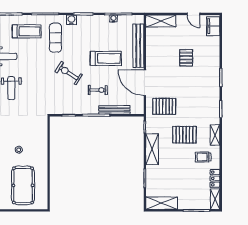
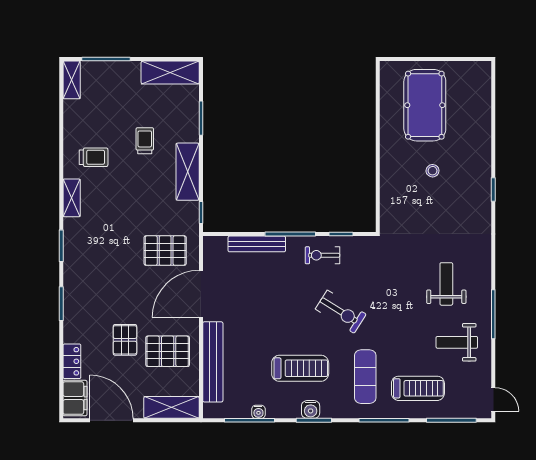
door: (193, 14) -> (112, 420), width x1.87
water cooler: (71, 20) -> (311, 409), moved
treadmill: (27, 31) -> (418, 388), turned 180
treadmill: (106, 58) -> (300, 368), moved, turned 180
door: (145, 83) -> (201, 294), swing flipped
exercise bike: (98, 90) -> (322, 255), moved
pallet: (184, 135) -> (168, 351), moved
trolley: (175, 166) -> (145, 141), added
locker: (215, 178) -> (72, 361), moved

